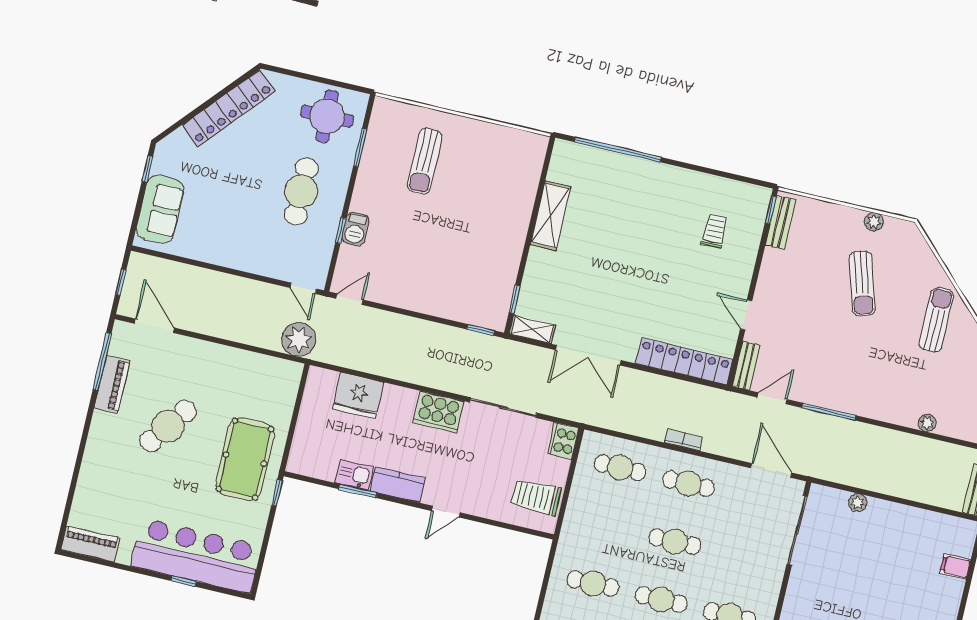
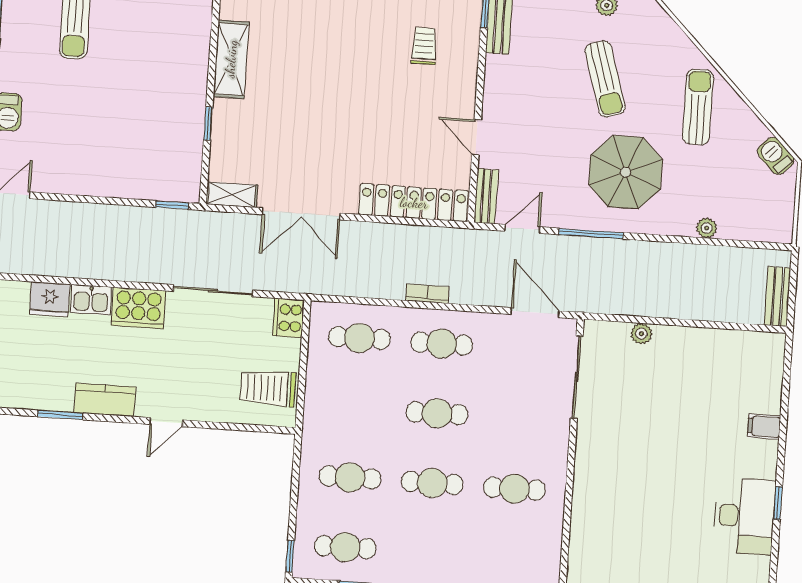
window: (515, 299) -> (208, 123), moved
parasol: (867, 365) -> (626, 172), added
fridge: (358, 396) -> (50, 299), width x0.73, depth x0.75
kitchen sink: (354, 475) -> (91, 300), moved, turned 180
filing cabinet: (955, 566) -> (764, 426), moved

